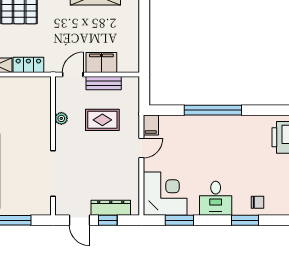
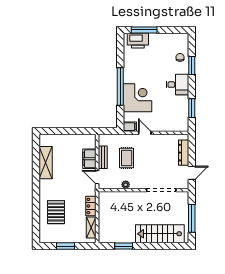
corner desk: (165, 194) -> (138, 98), moved, turned 90
window: (108, 220) -> (192, 155), removed

